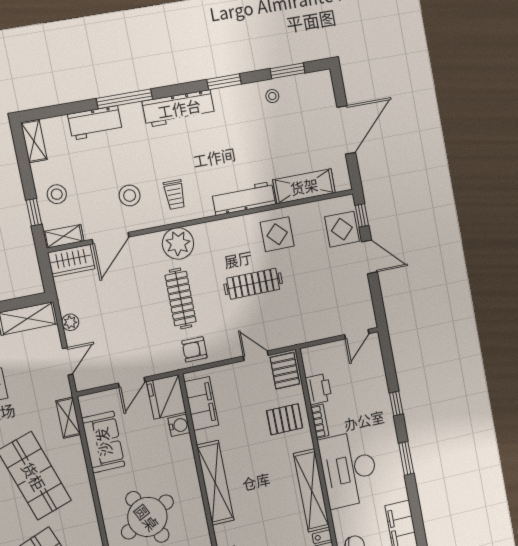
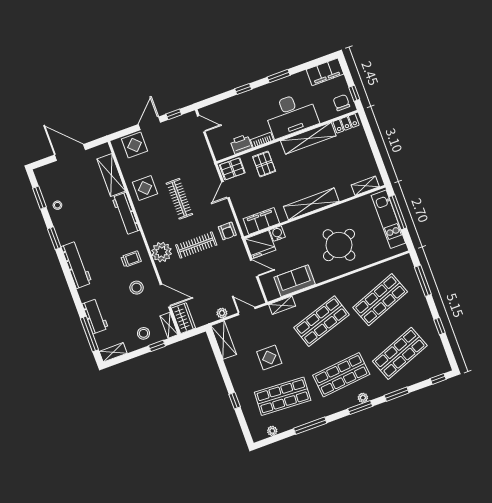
window: (124, 99) -> (89, 334), moved
window: (362, 215) -> (174, 114), moved

